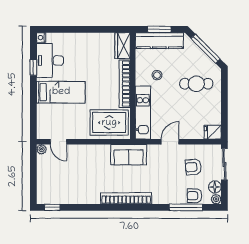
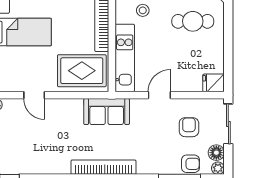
door: (58, 142) -> (34, 95), moved
armchair: (193, 167) -> (189, 127), turned 96
armchair: (194, 196) -> (190, 164), turned 180

